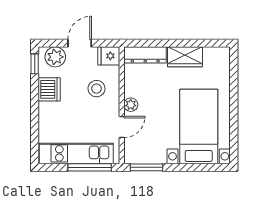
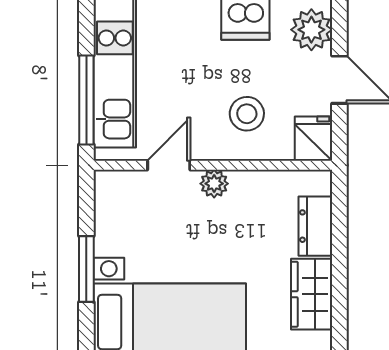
dresser: (145, 55) -> (315, 226), width x0.70
door: (122, 127) -> (169, 165), swing flipped
window: (147, 167) -> (86, 269), moved

